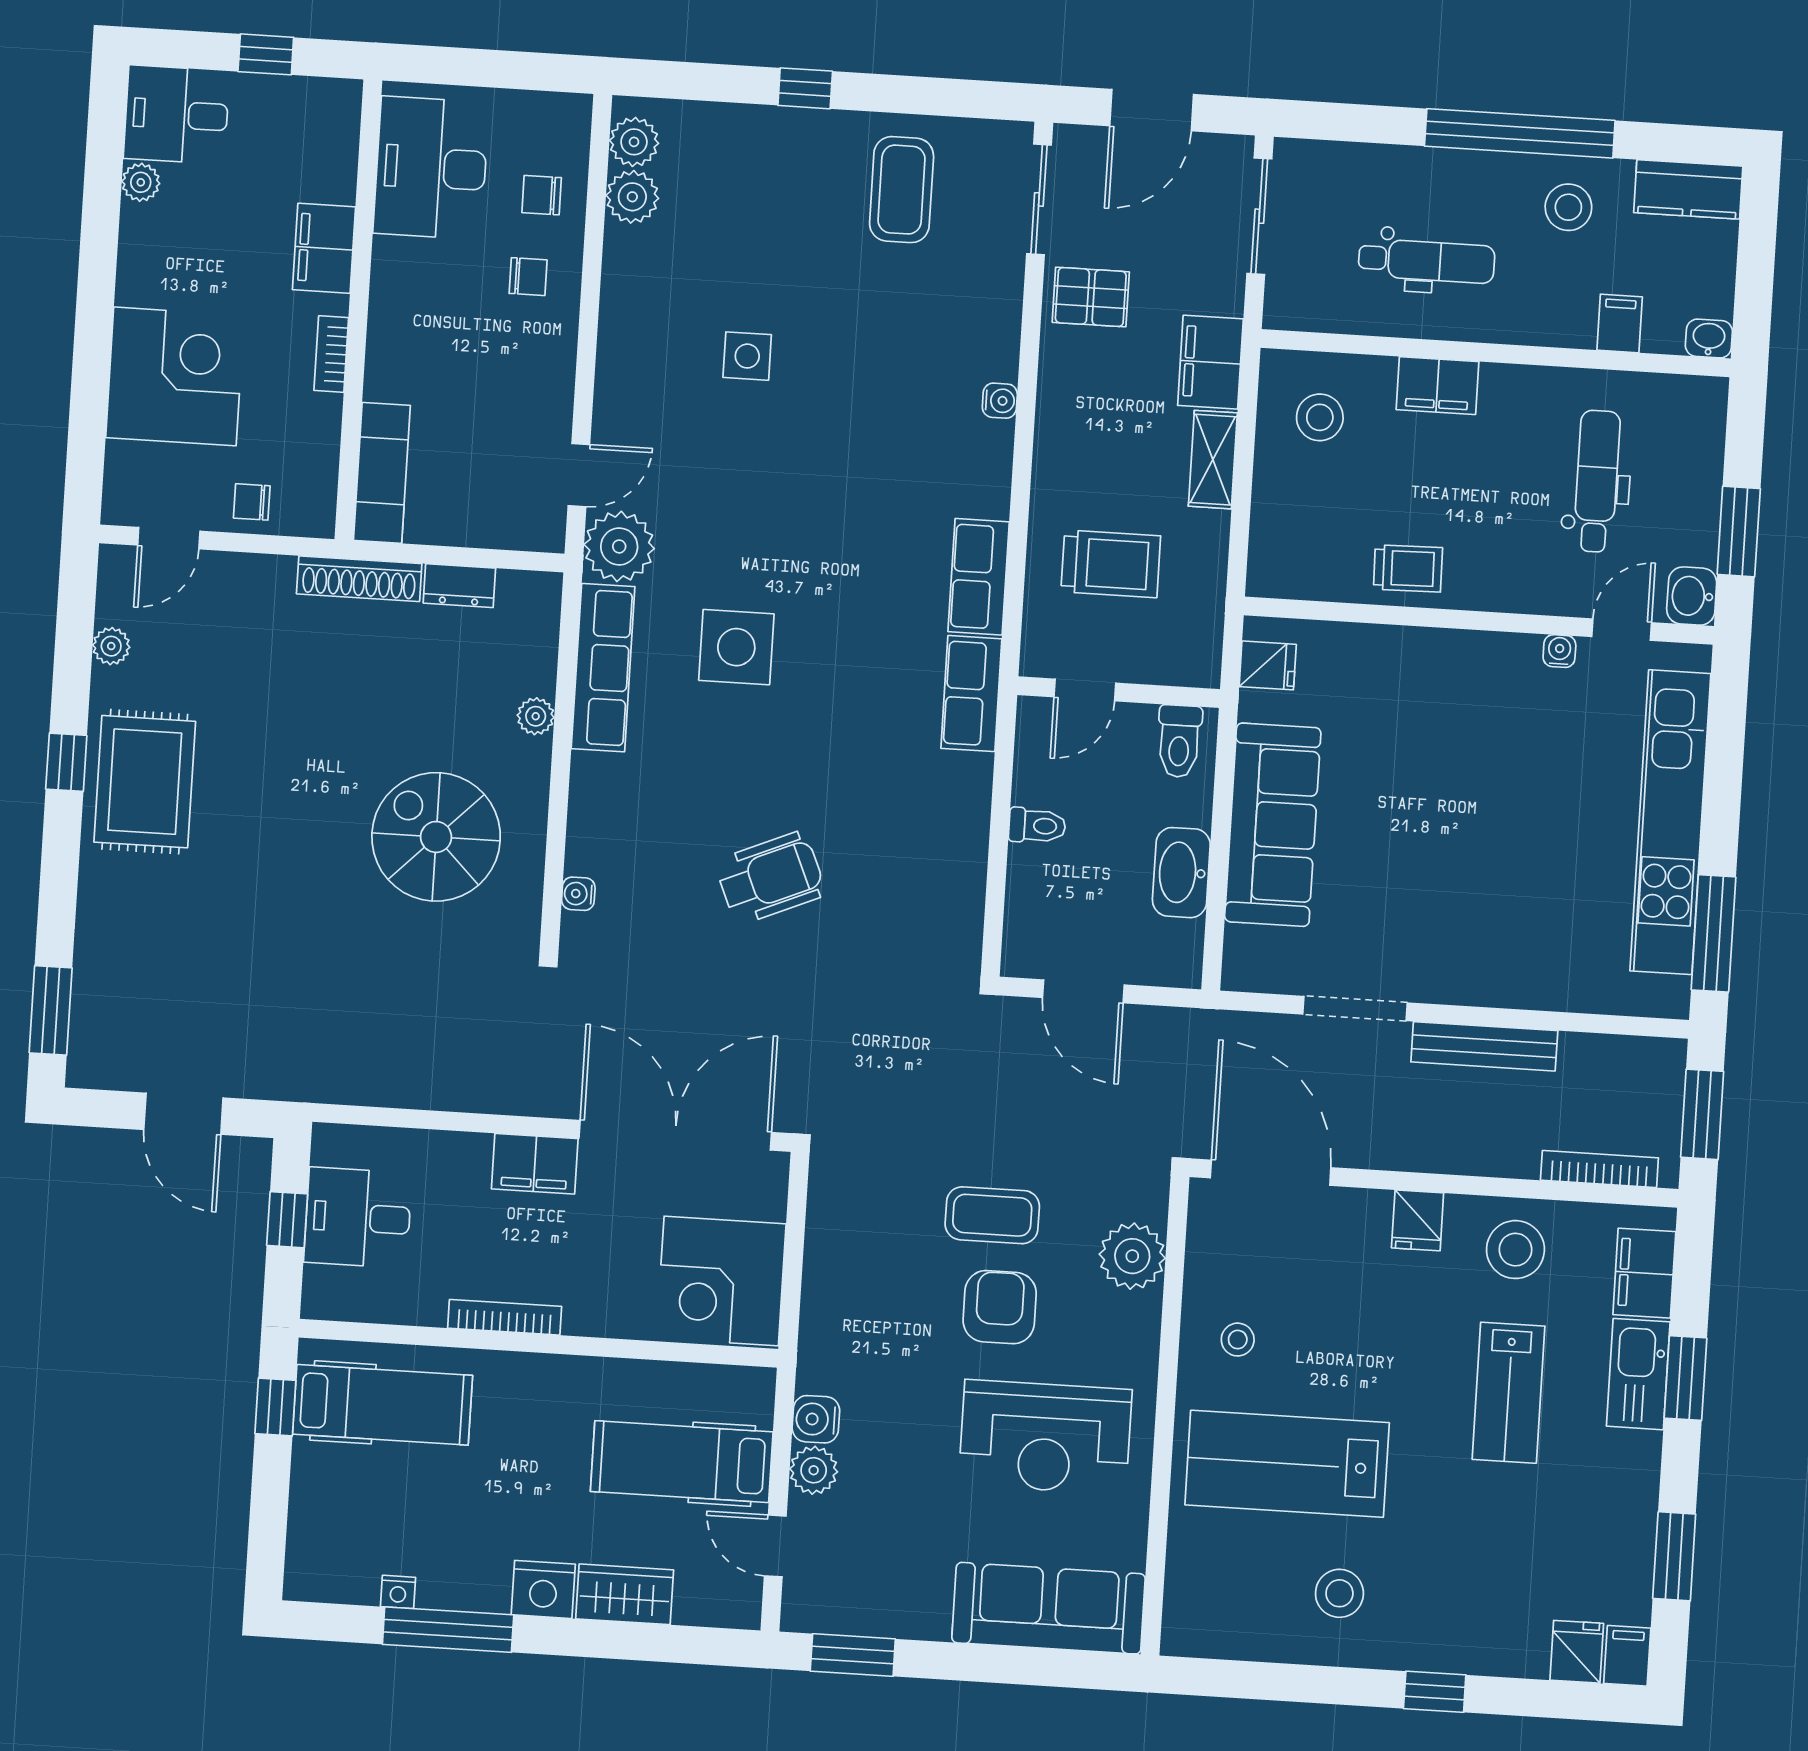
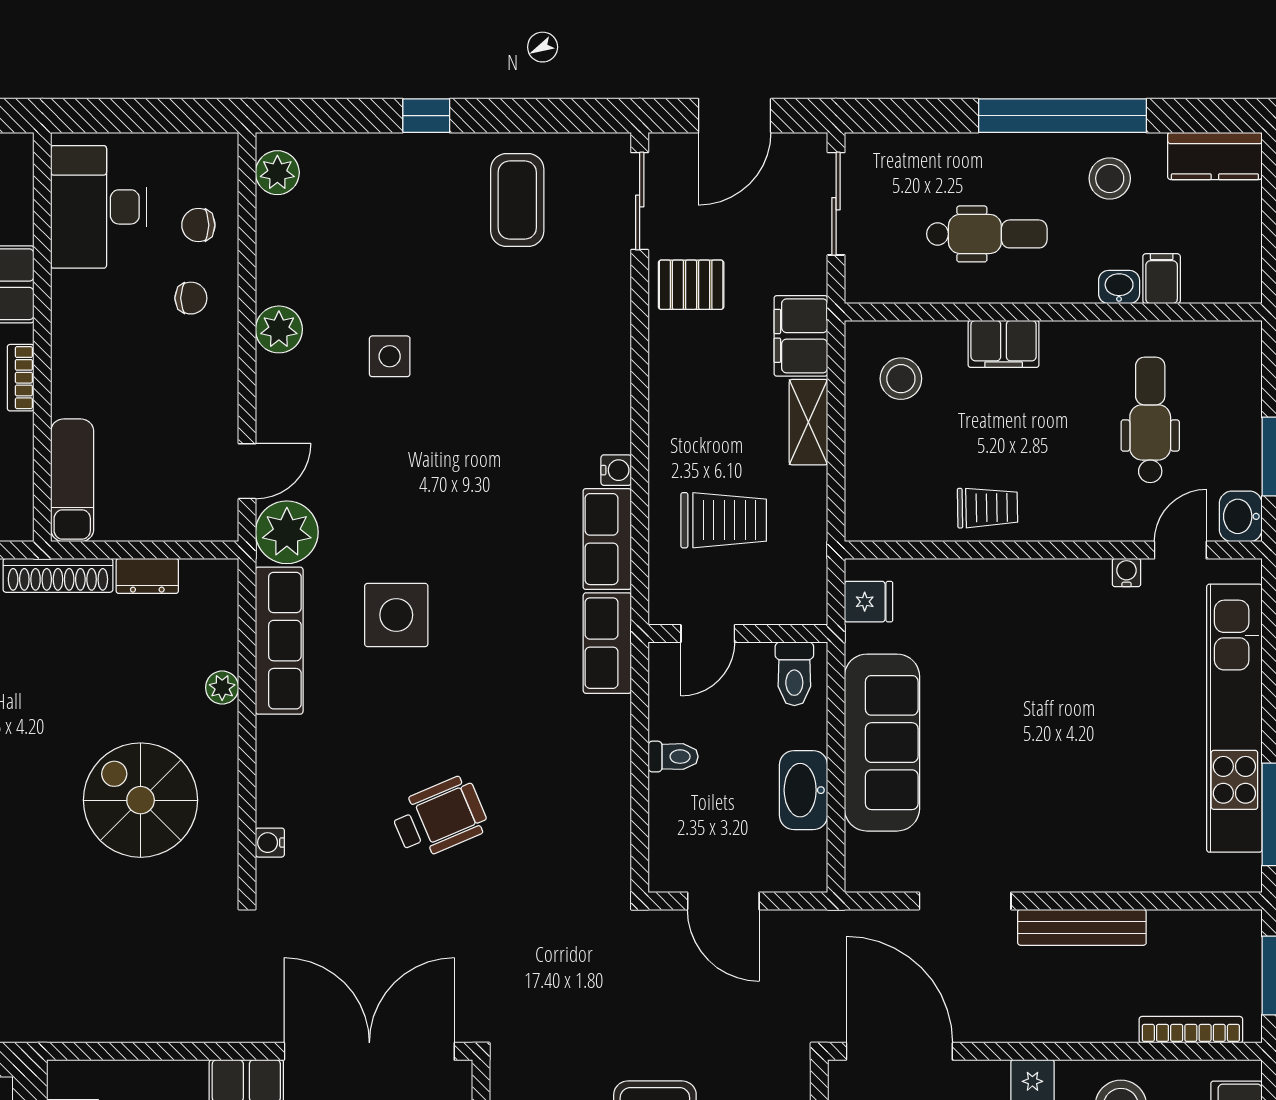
plant: (632, 197) -> (279, 329), moved
washbasin: (1709, 338) -> (1119, 287), moved
water cooler: (1000, 401) -> (616, 470), moved

